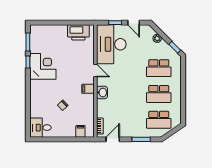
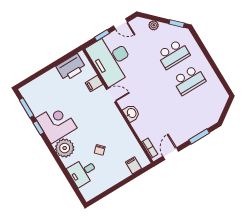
plant: (38, 88) -> (65, 148), added
filing cabinet: (88, 89) -> (94, 84), moved
school desk: (159, 120) -> (205, 106), removed
desk: (41, 128) -> (83, 172), moved

